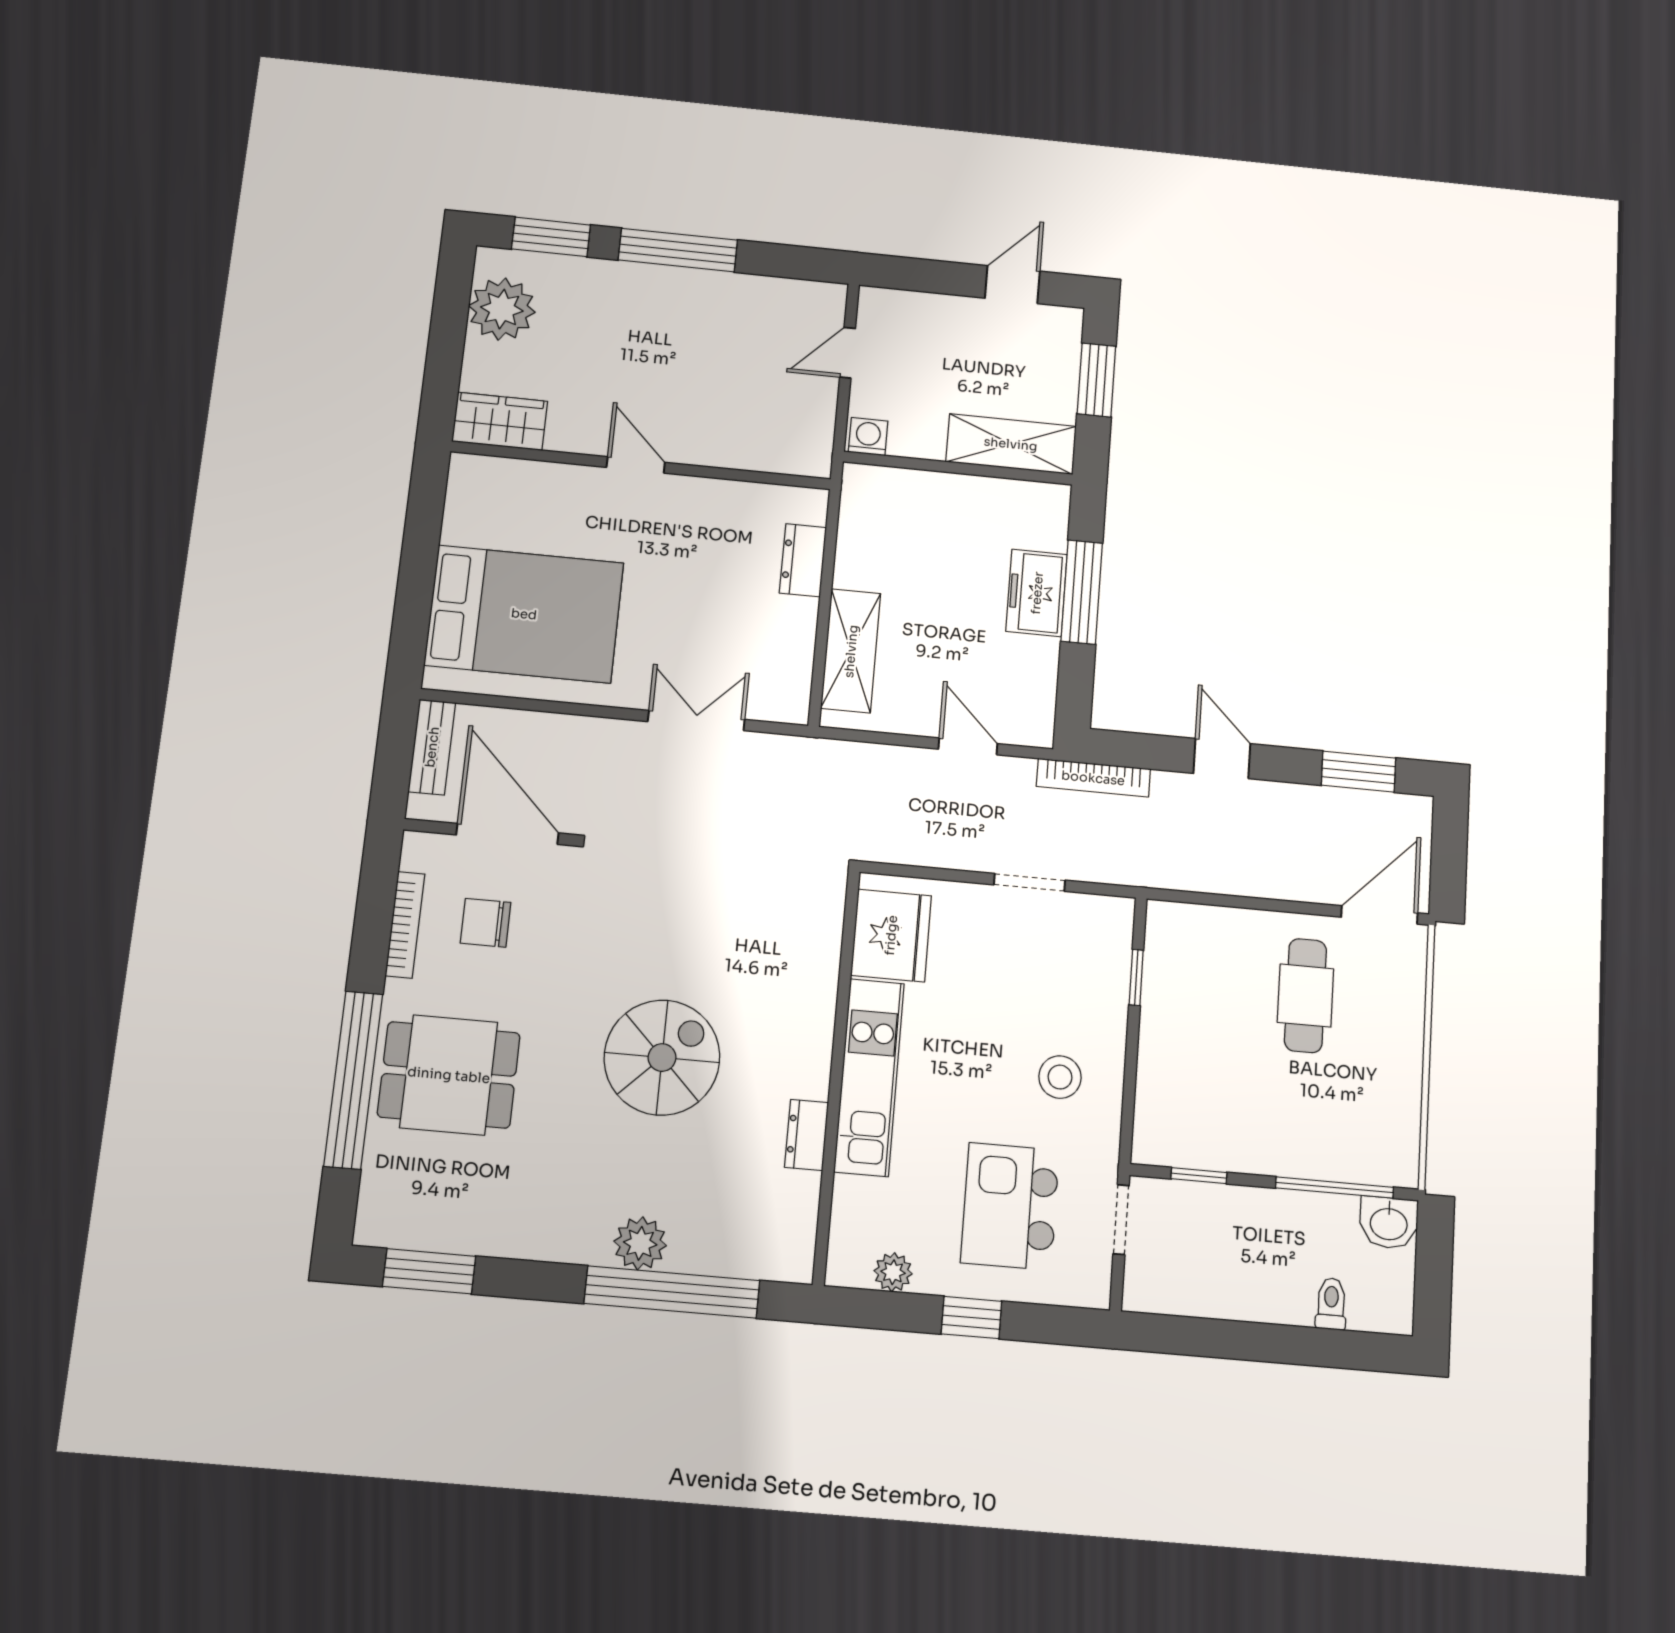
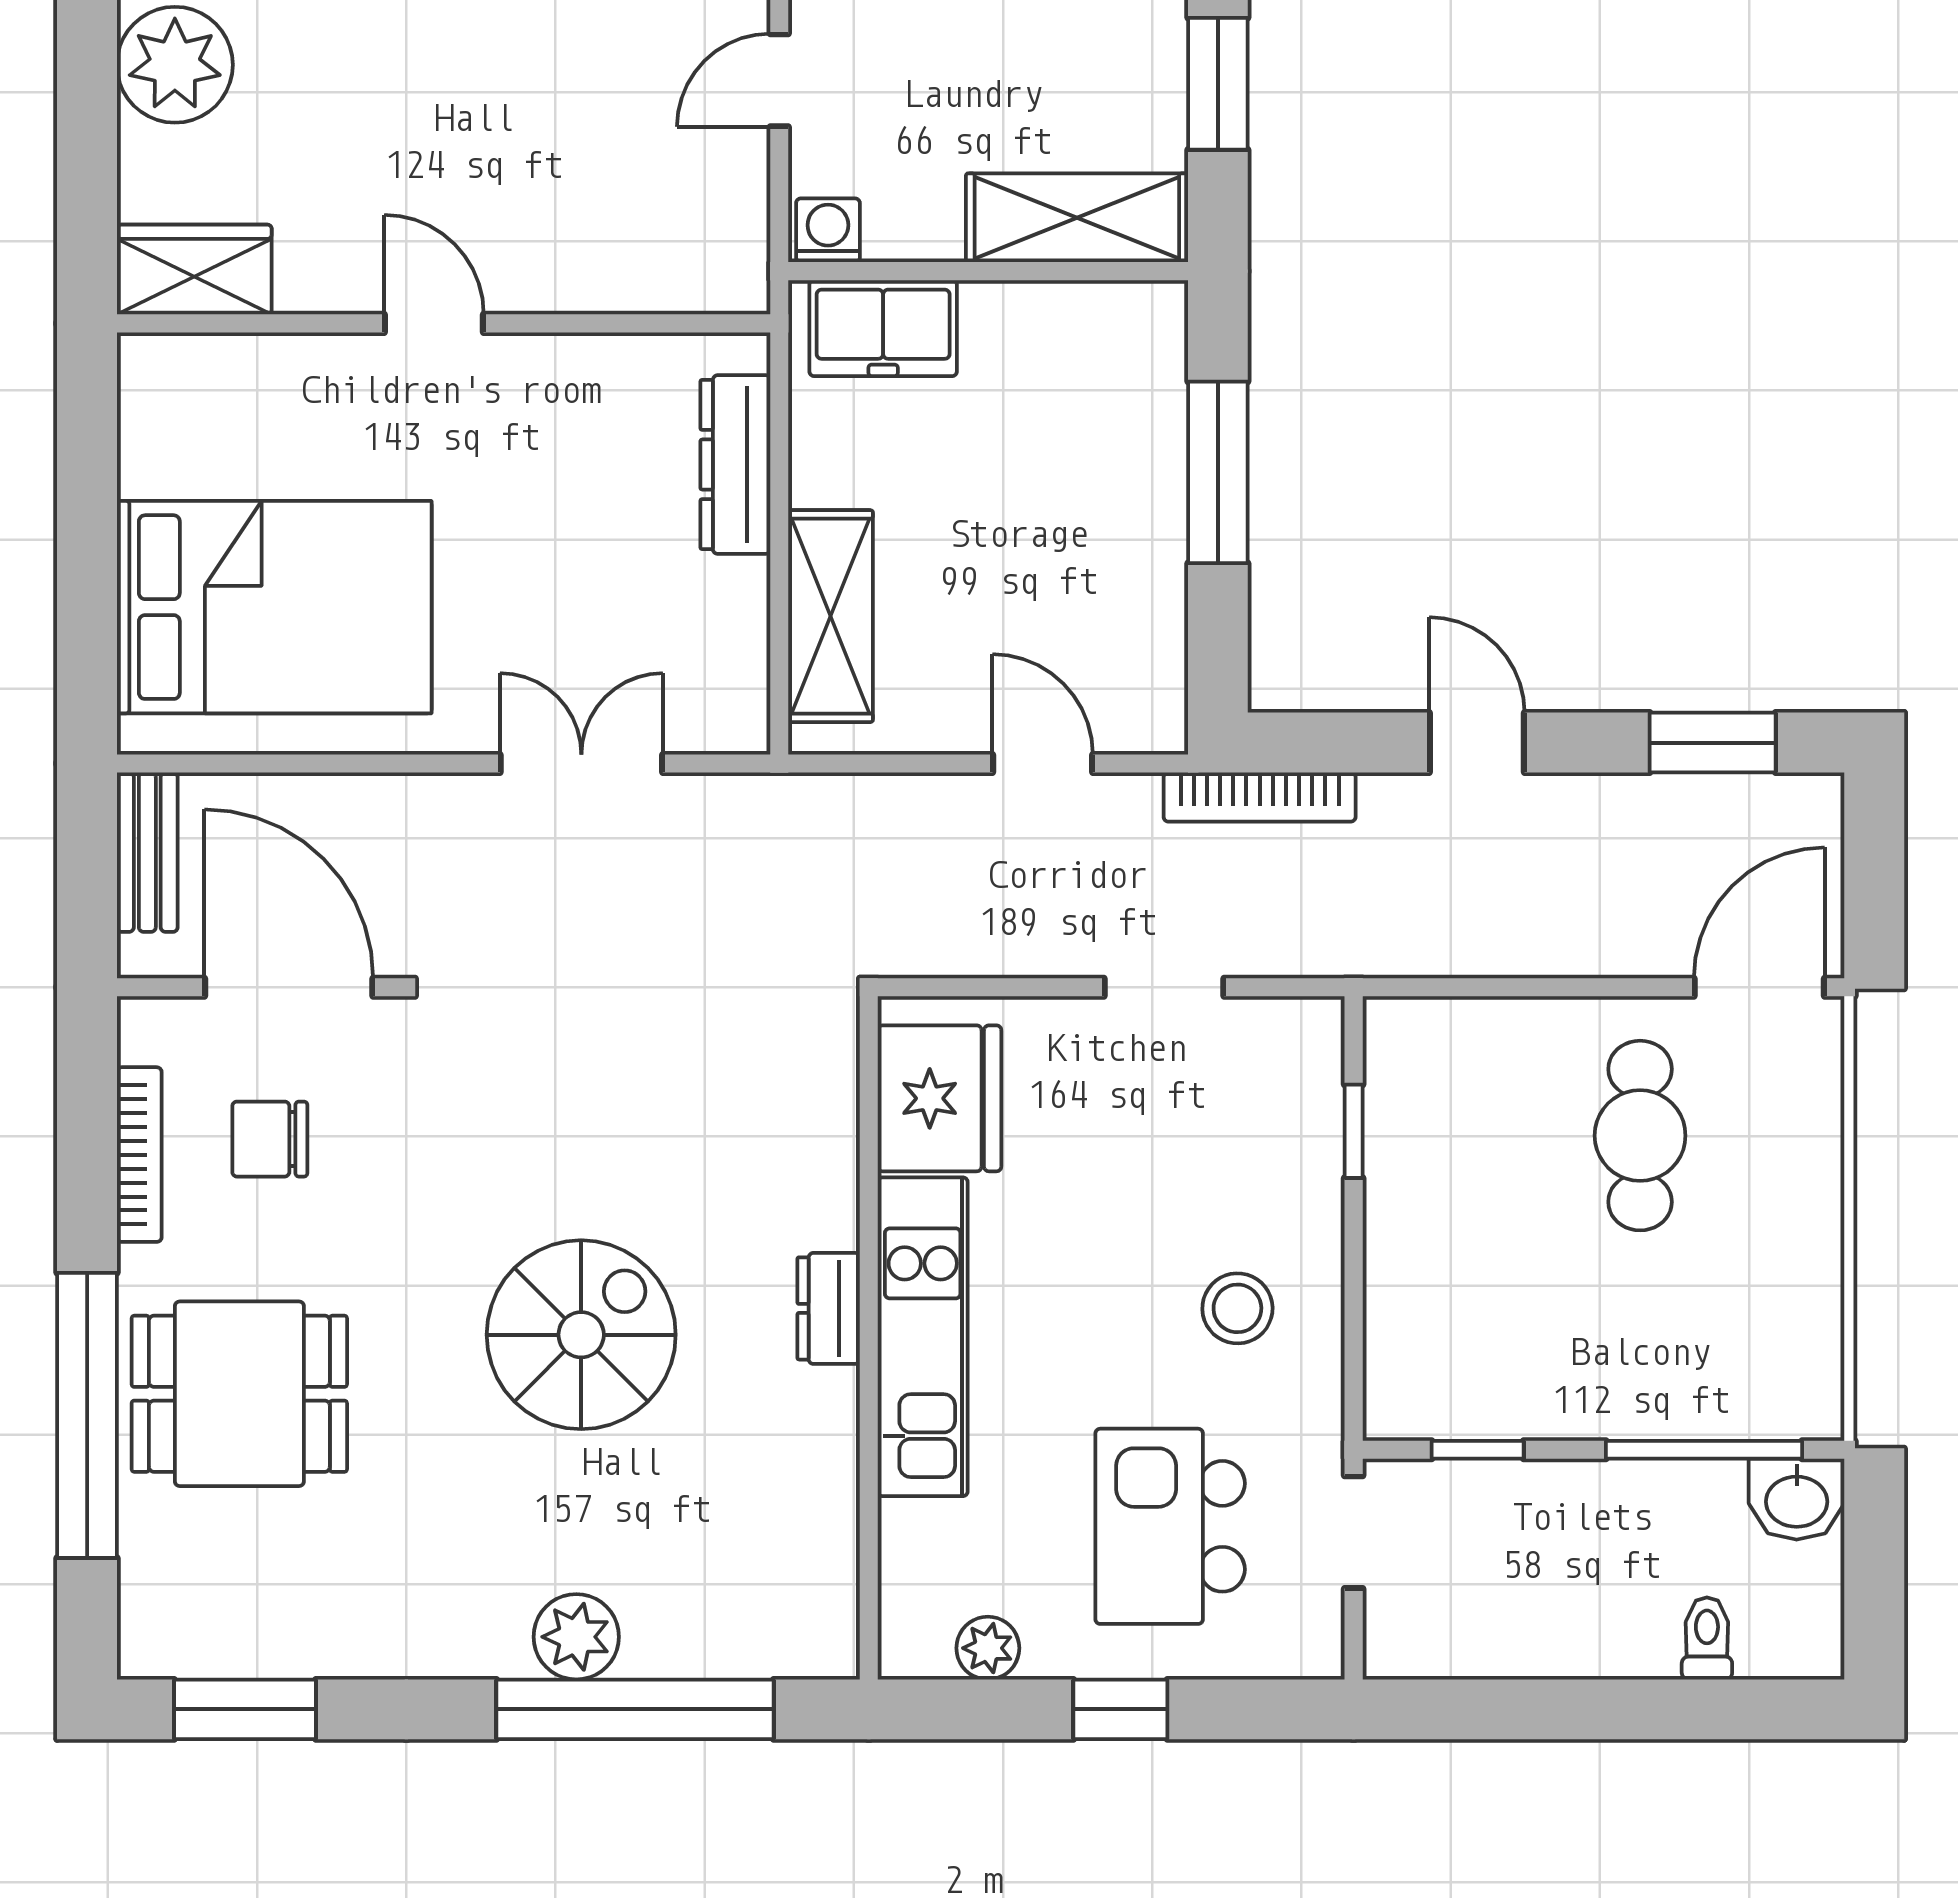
dresser: (803, 560) -> (735, 465), width x1.44
freezer: (1037, 593) -> (883, 328), moved, turned -90
dresser: (807, 1135) -> (829, 1308), moved

